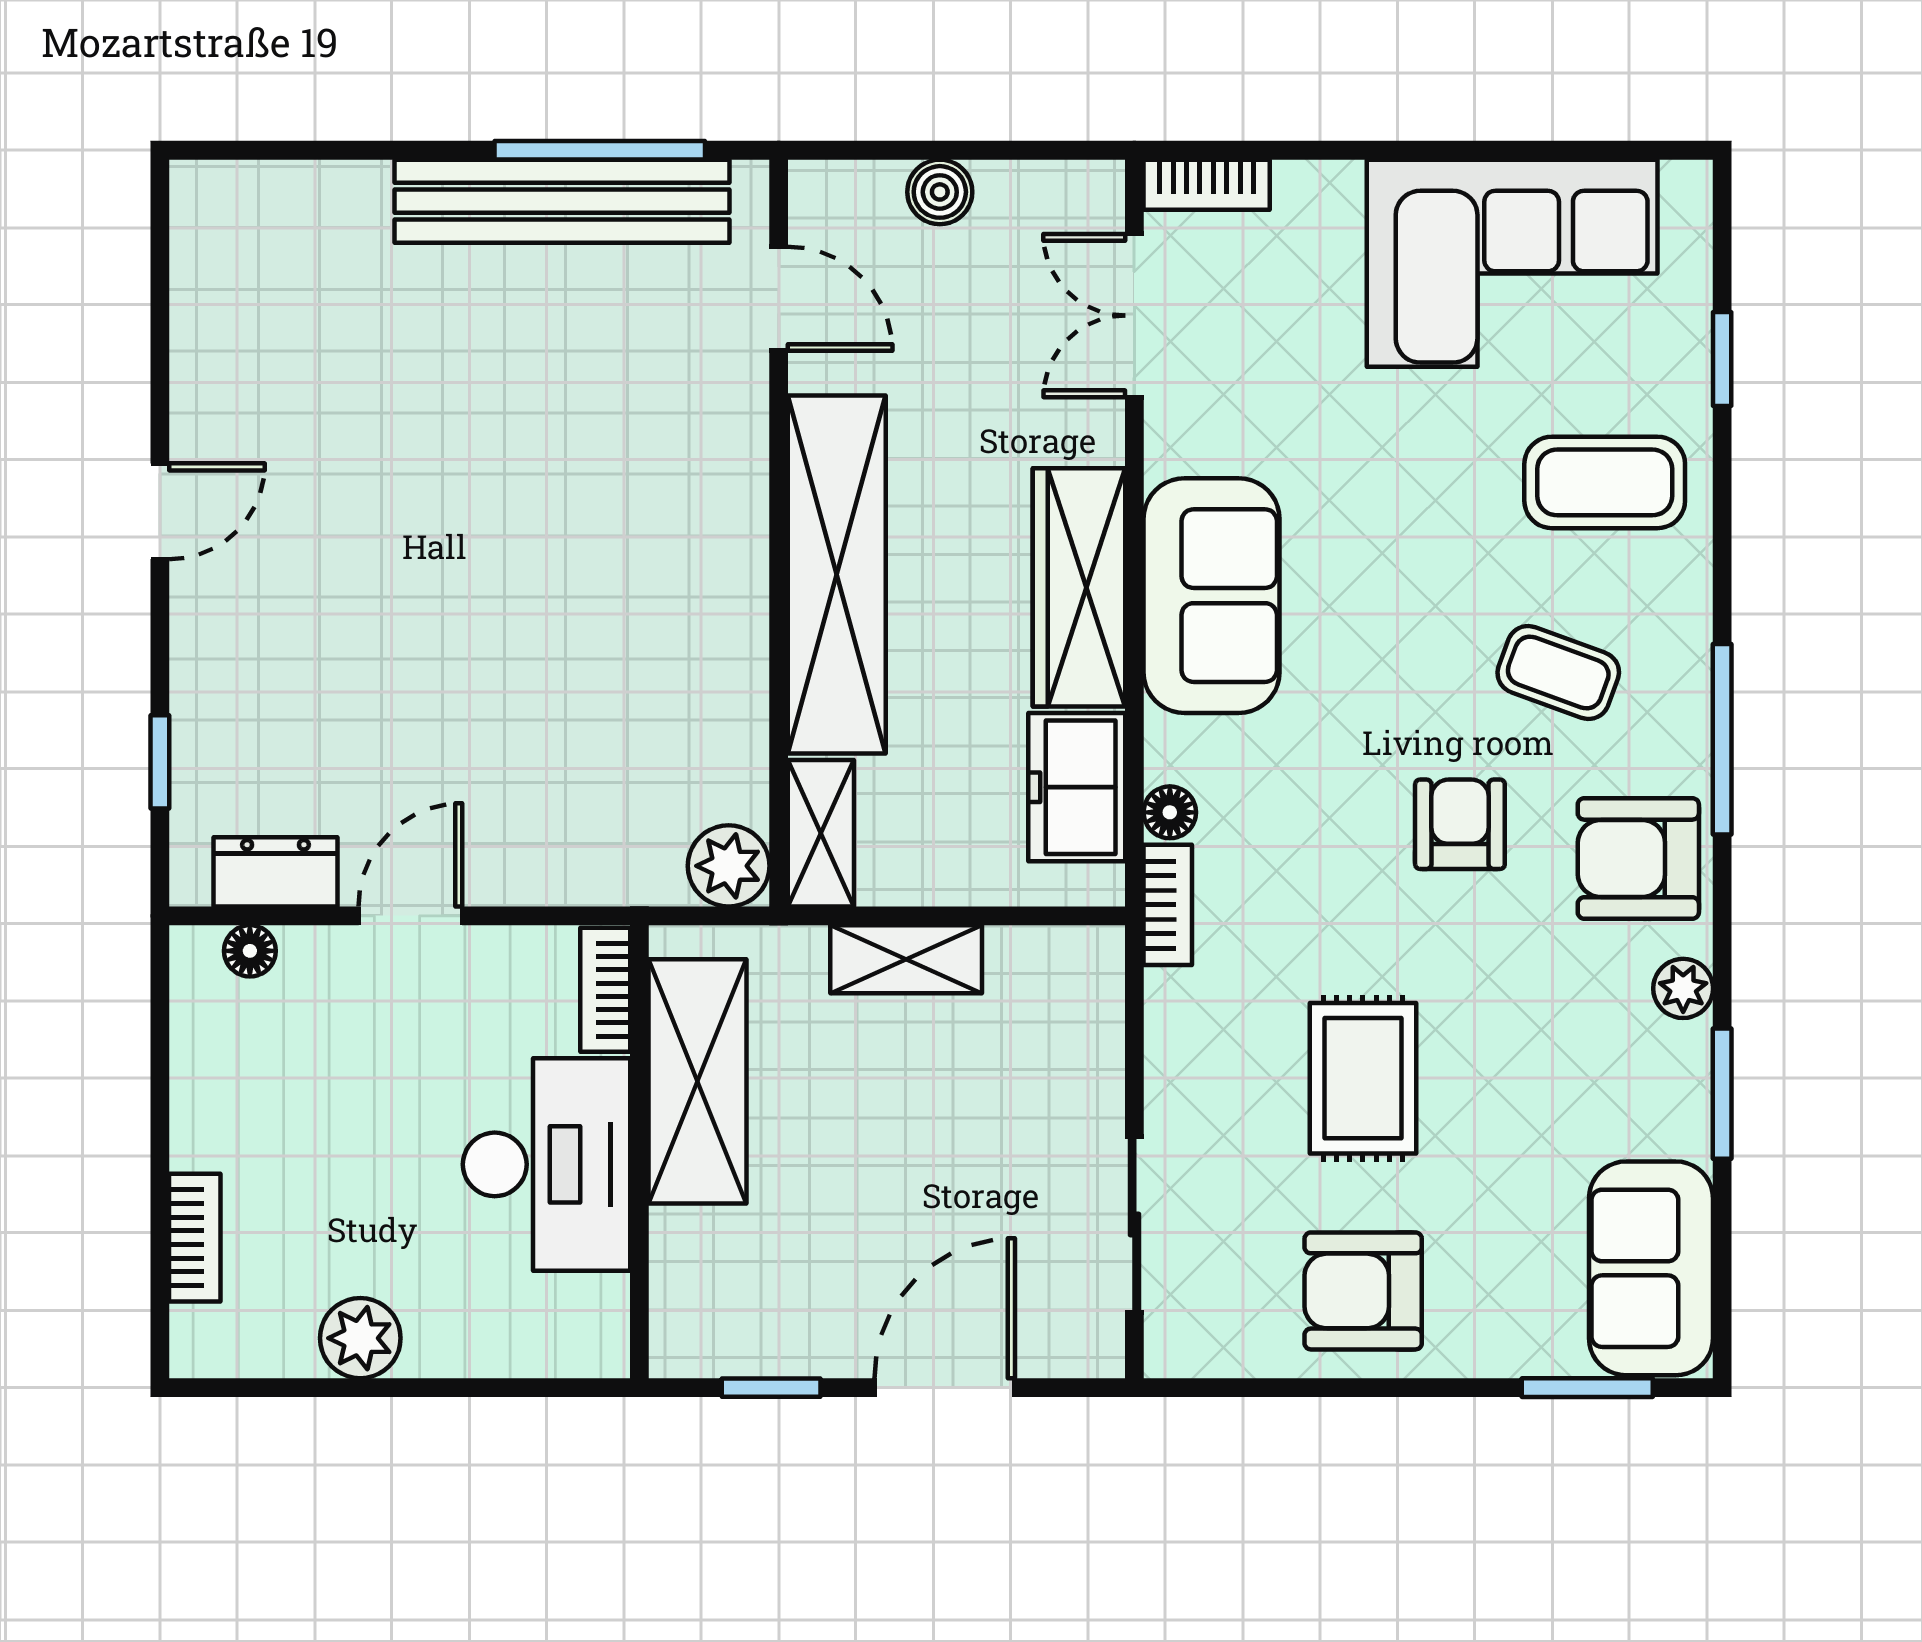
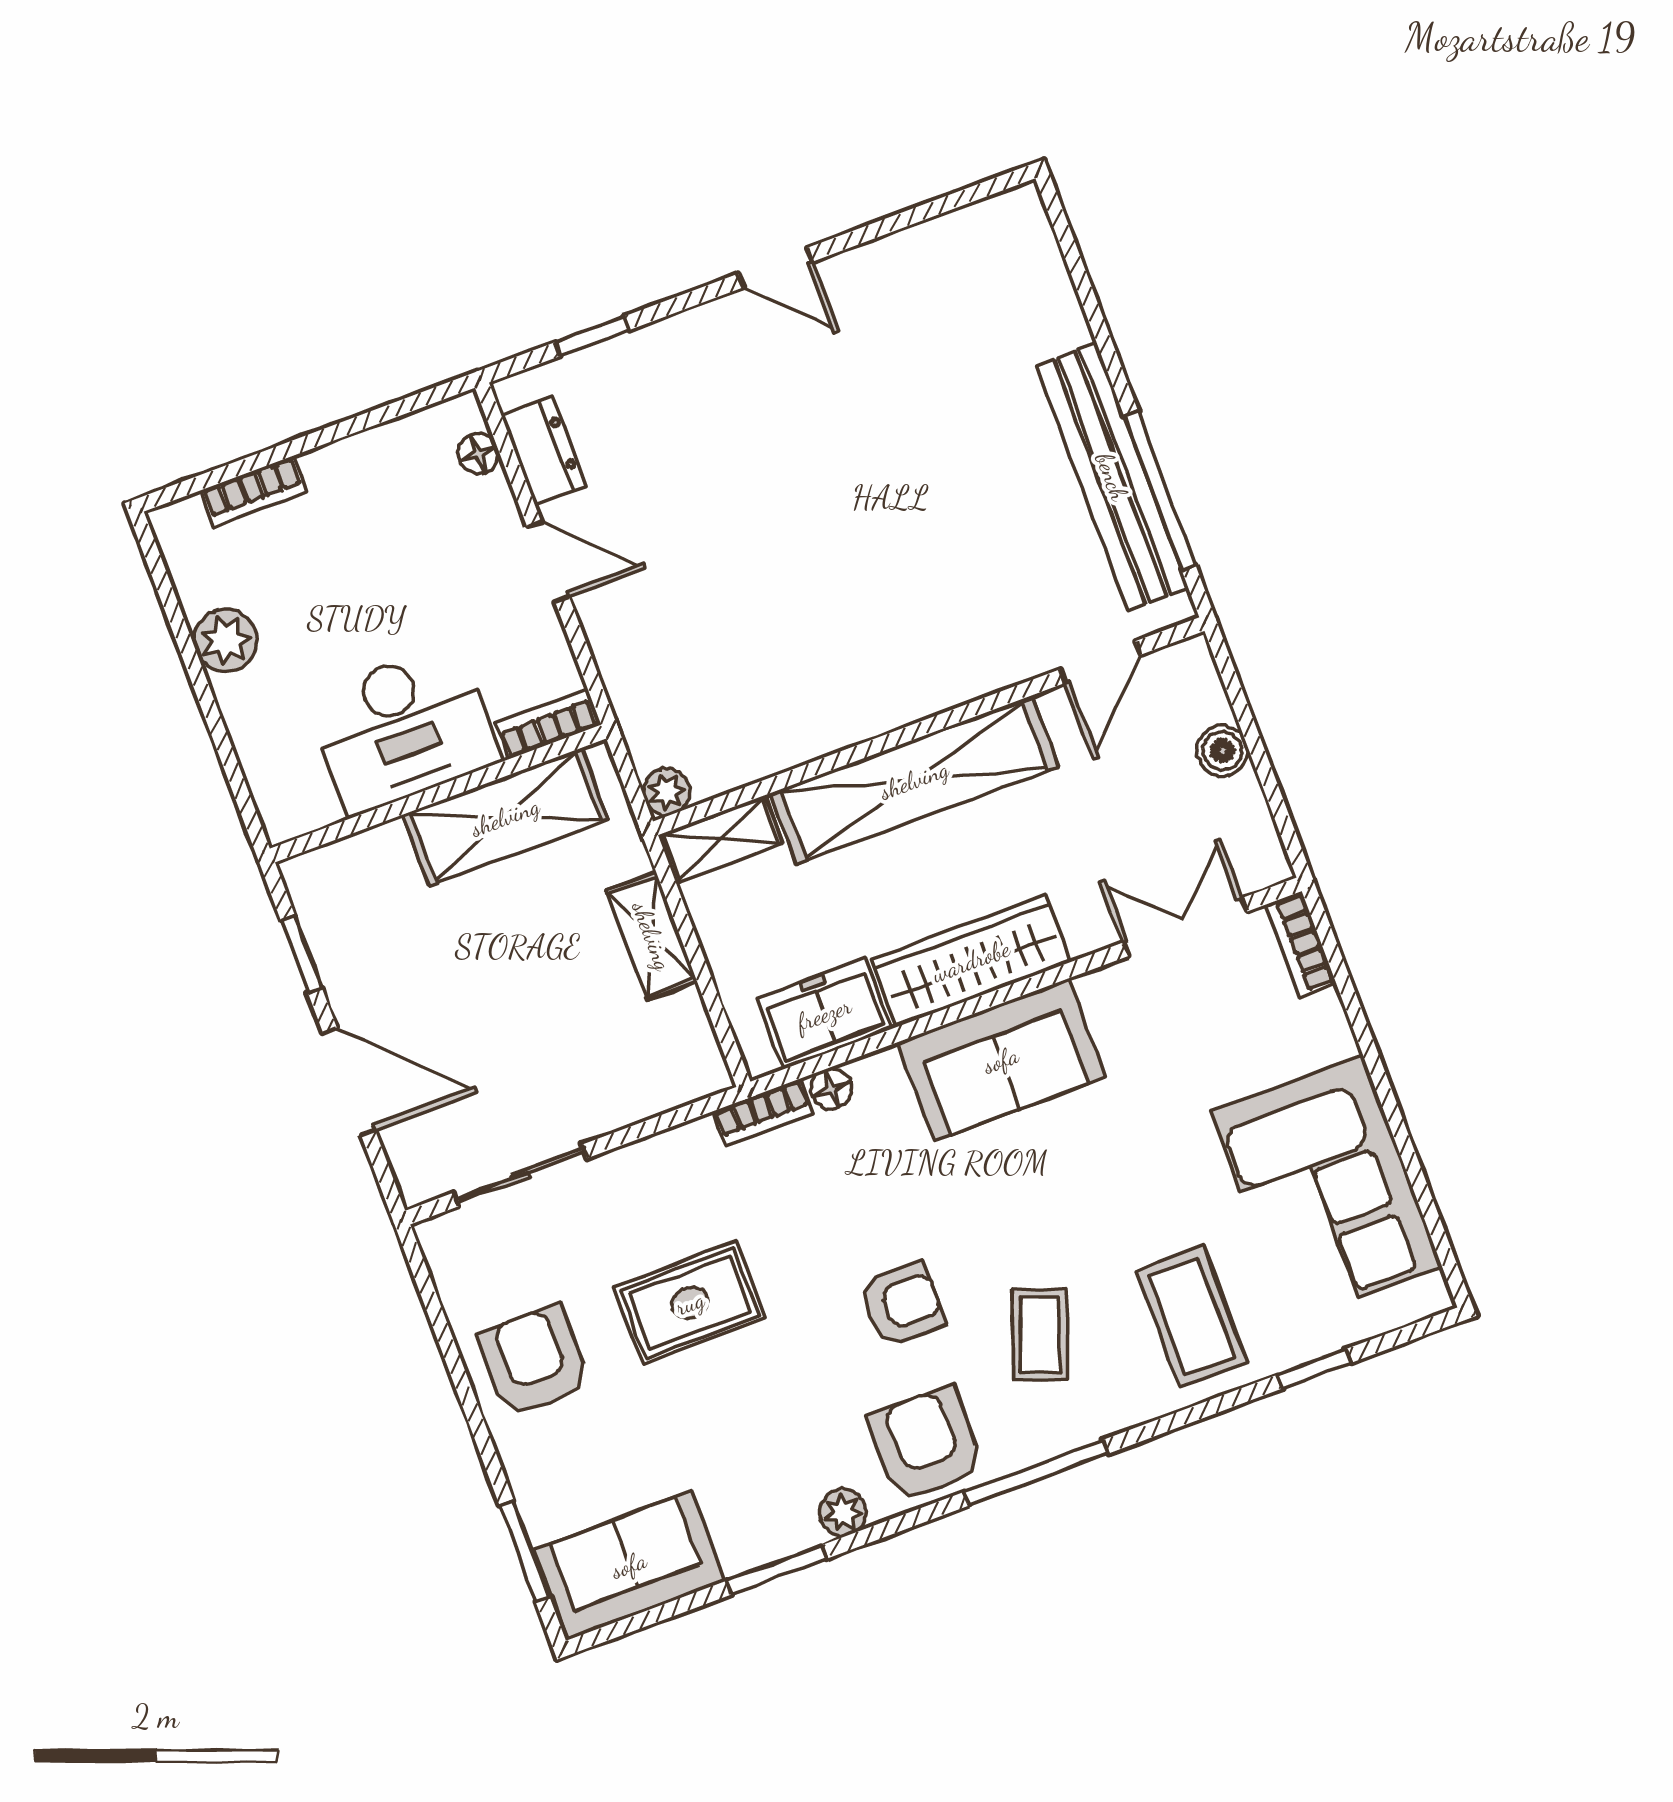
plant: (729, 866) -> (666, 792), width x0.73, depth x0.73

